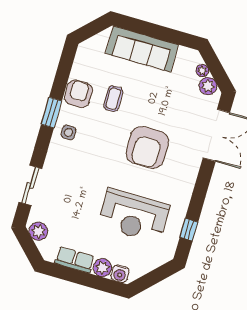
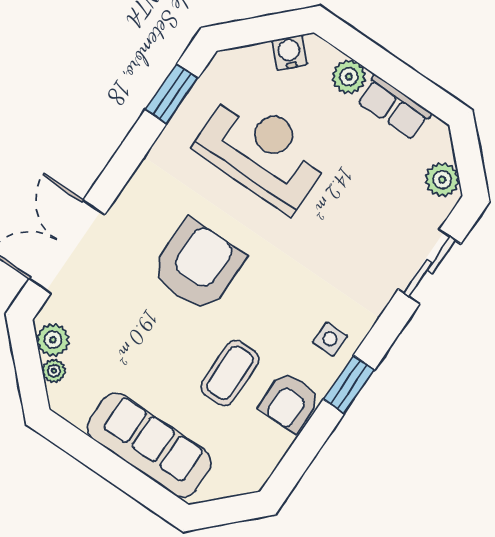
coffee table: (113, 99) -> (230, 373), width x1.36, depth x1.30
window: (189, 230) -> (172, 94), width x1.50
water cooler: (120, 274) -> (289, 53), moved, turned -45

